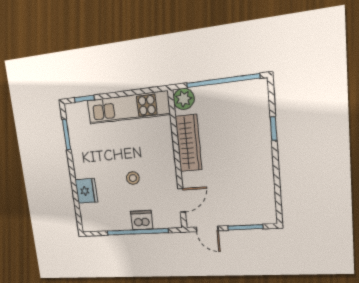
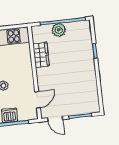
plant: (184, 99) -> (59, 30), moved
wardrobe: (189, 143) -> (41, 55), width x0.67

